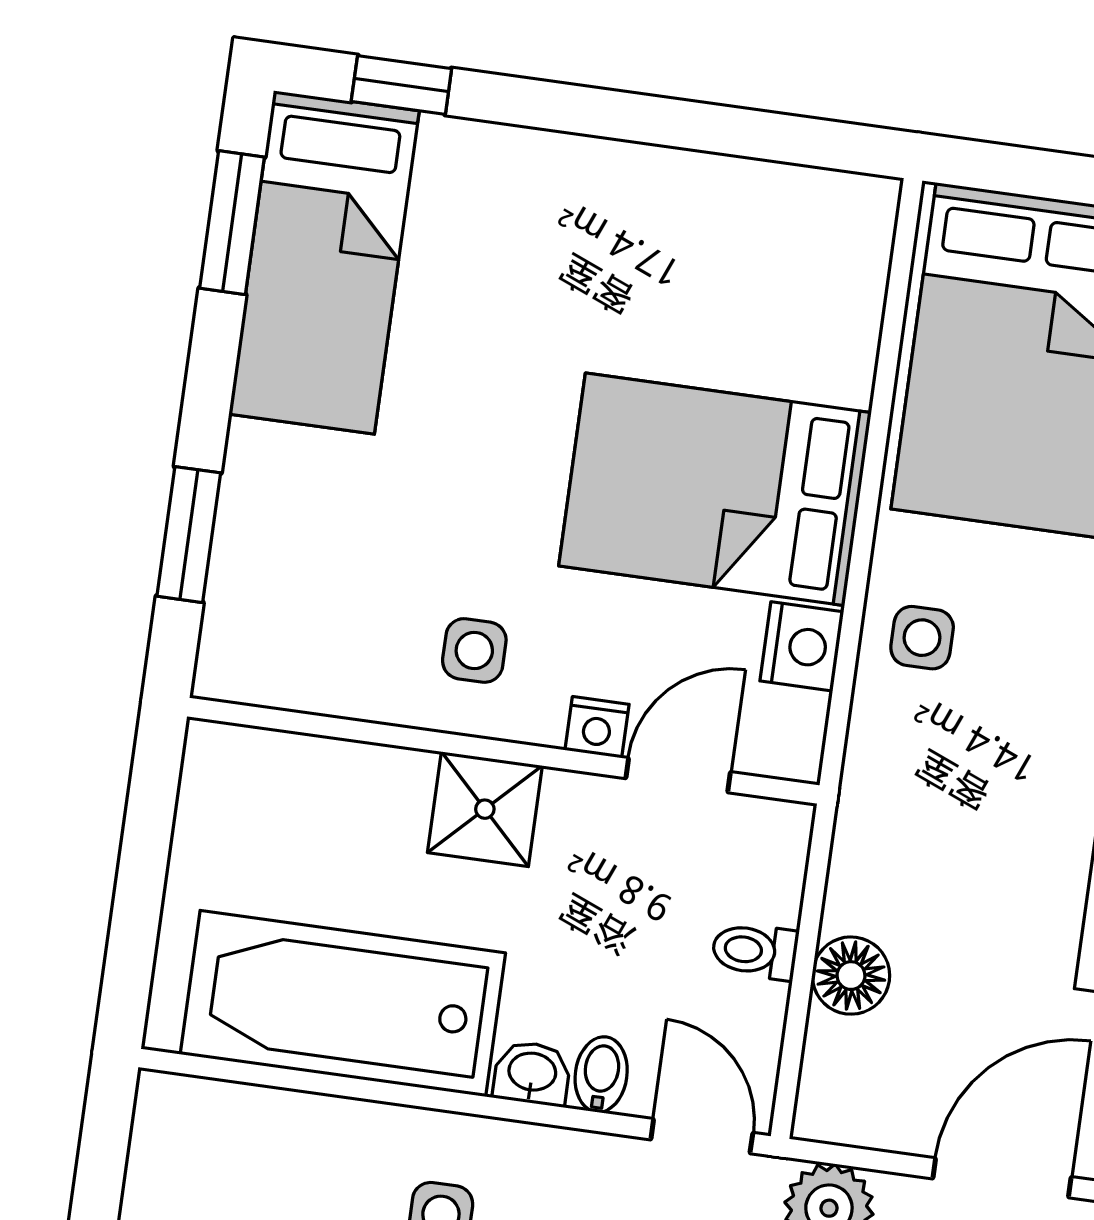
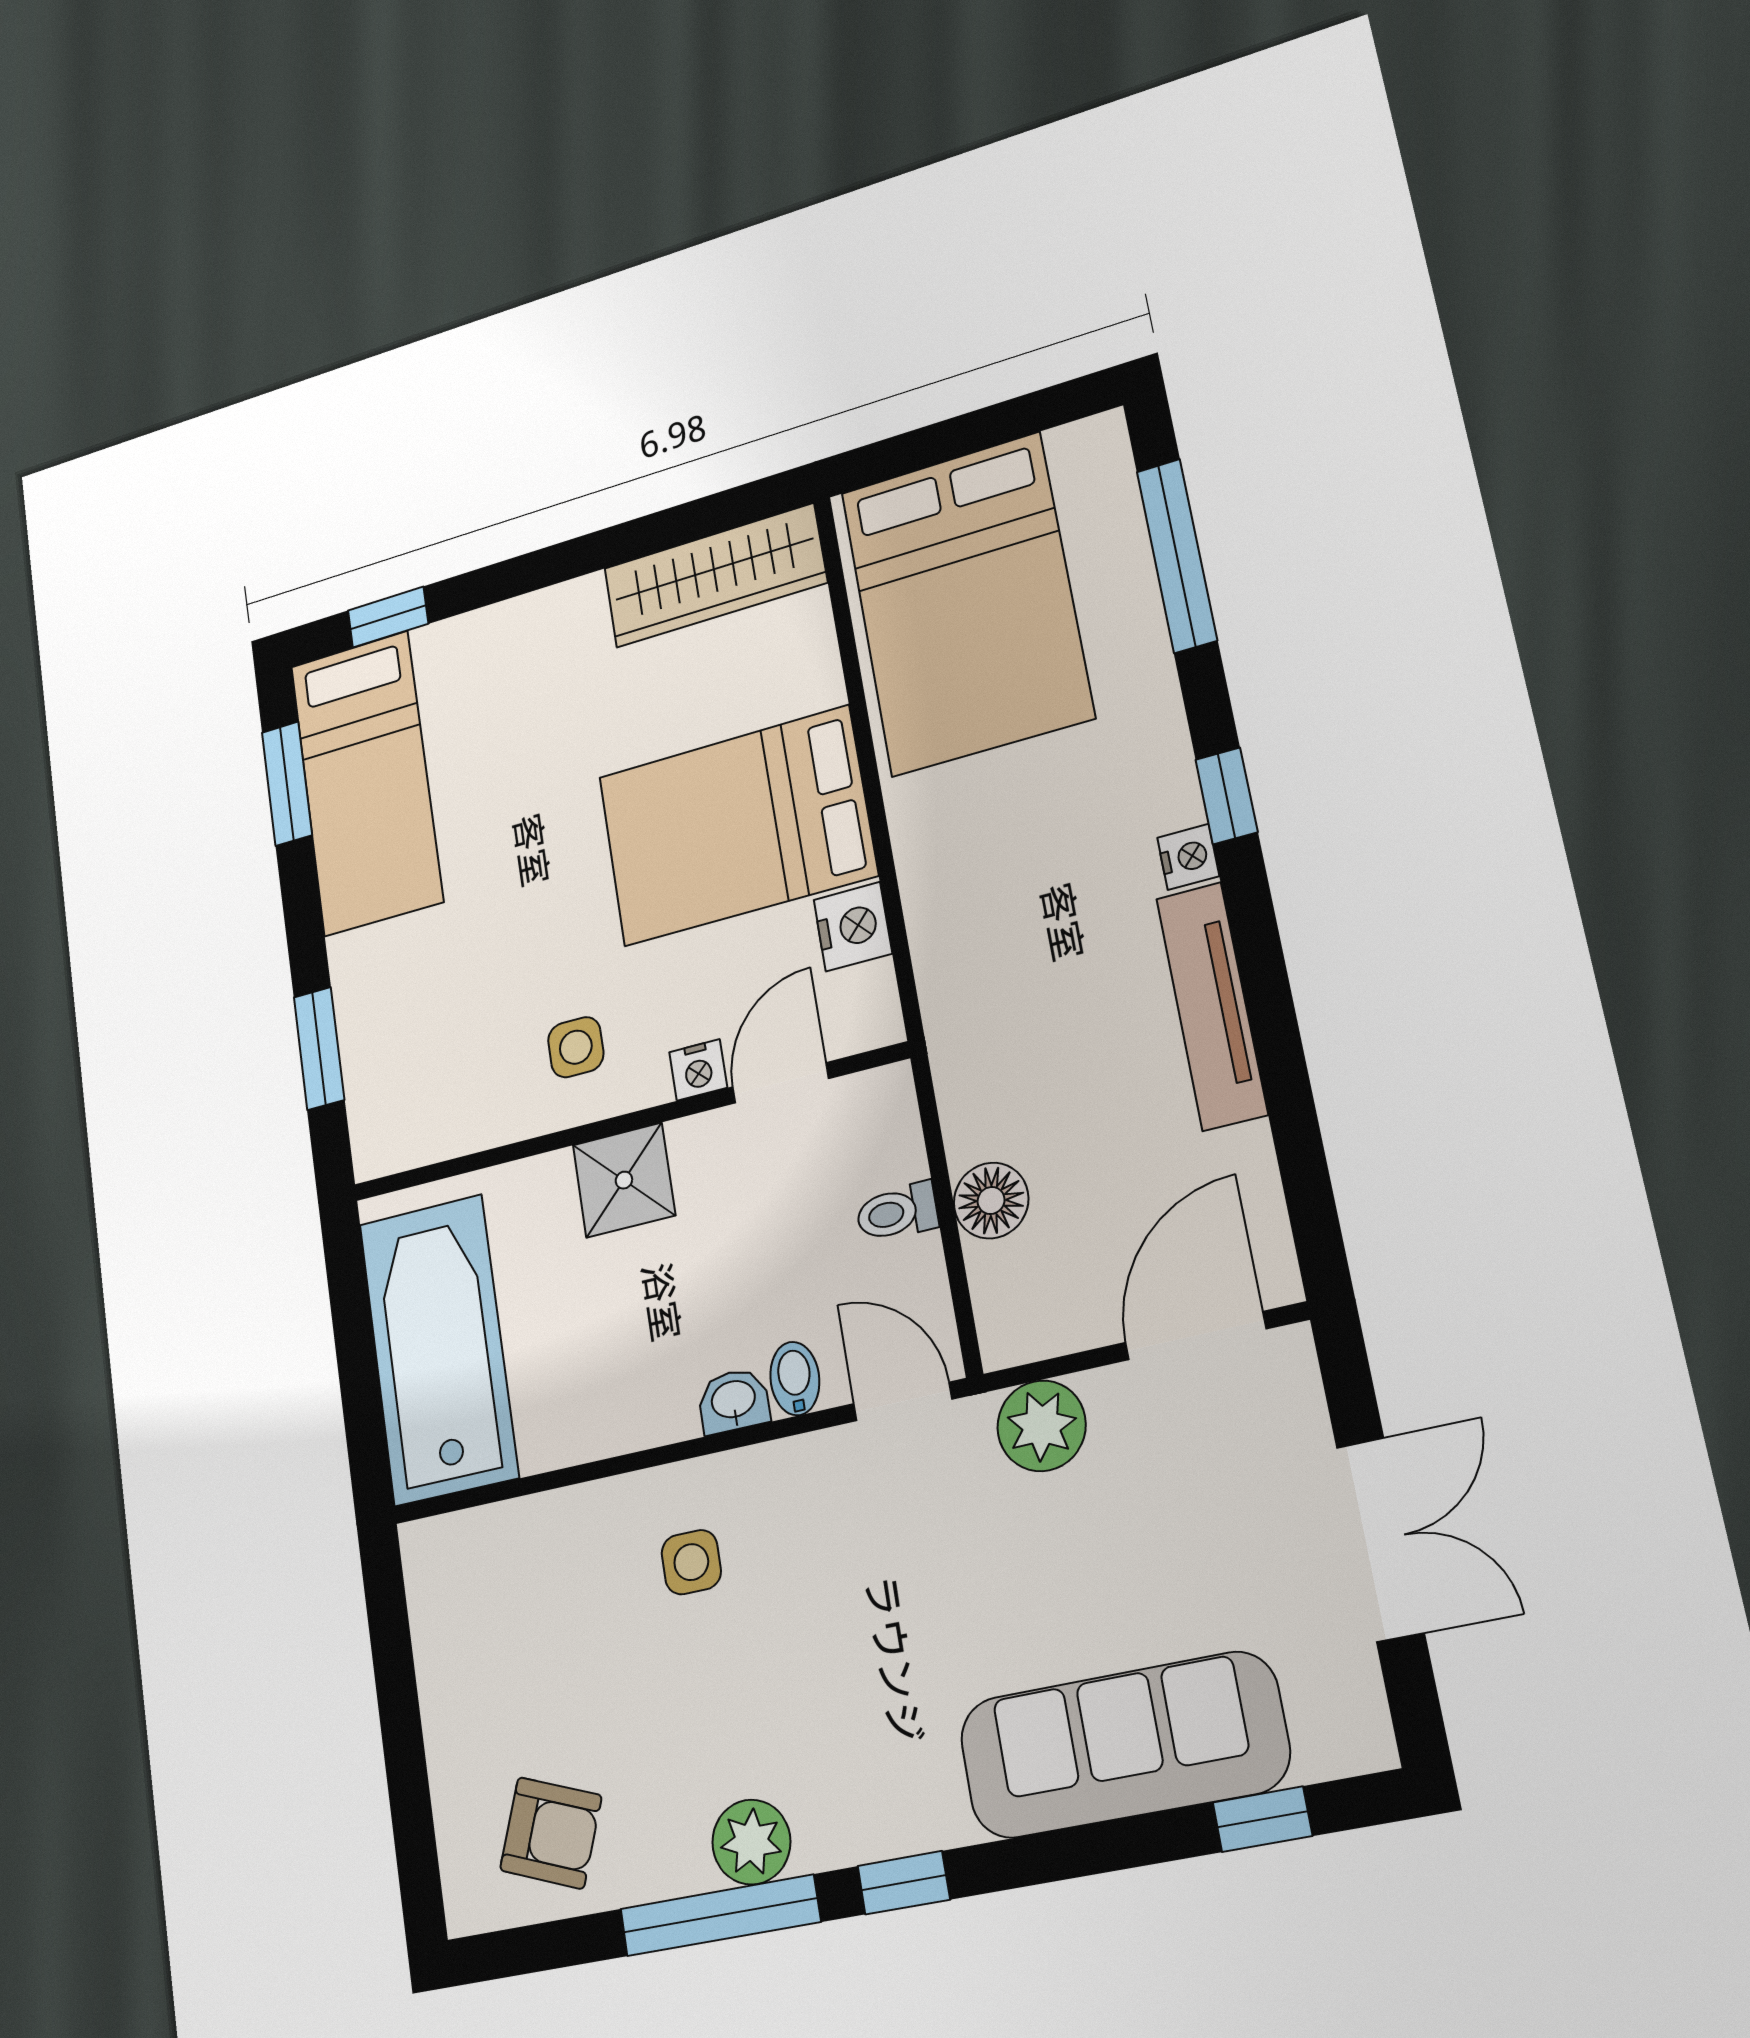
wardrobe: (775, 208) -> (715, 576), added
side table: (922, 638) -> (956, 875), removed
bathtub: (343, 1004) -> (438, 1349), moved, turned 90

